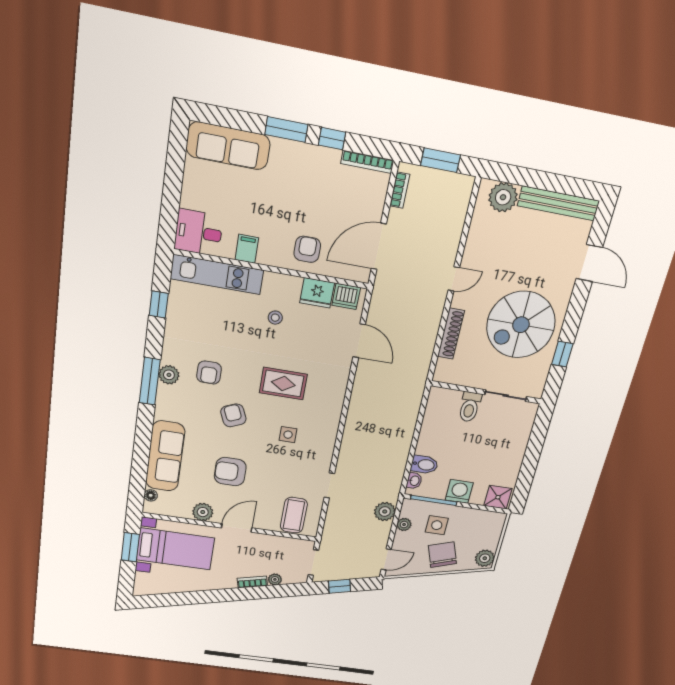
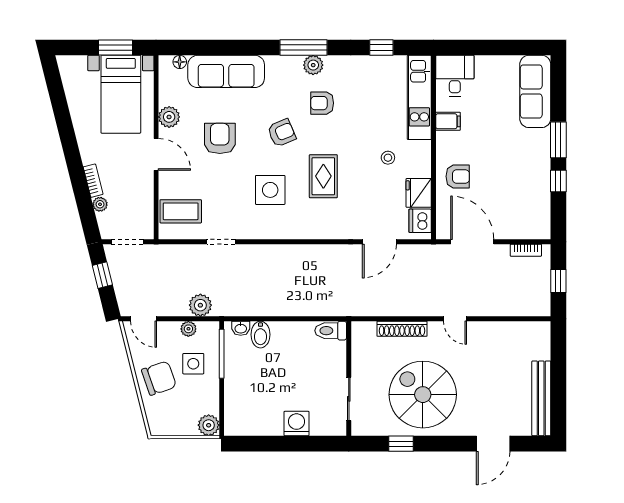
window: (440, 160) -> (558, 281), width x0.67
bookcase: (367, 162) -> (545, 216), removed
plant: (503, 197) -> (537, 346), removed
toilet: (470, 407) -> (331, 331), moved
side table: (288, 435) -> (270, 190), width x1.87, depth x1.87
washing machine: (459, 491) -> (297, 424), moved, turned -90
shower: (498, 497) -> (236, 420), removed
plant: (485, 558) -> (209, 425), moved

